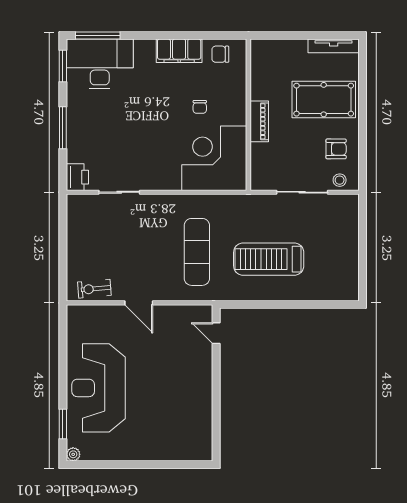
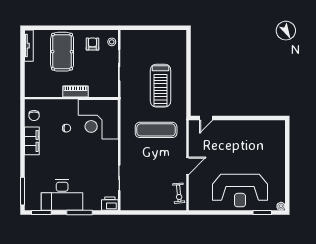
desk: (100, 64) -> (62, 195), moved, turned -90

